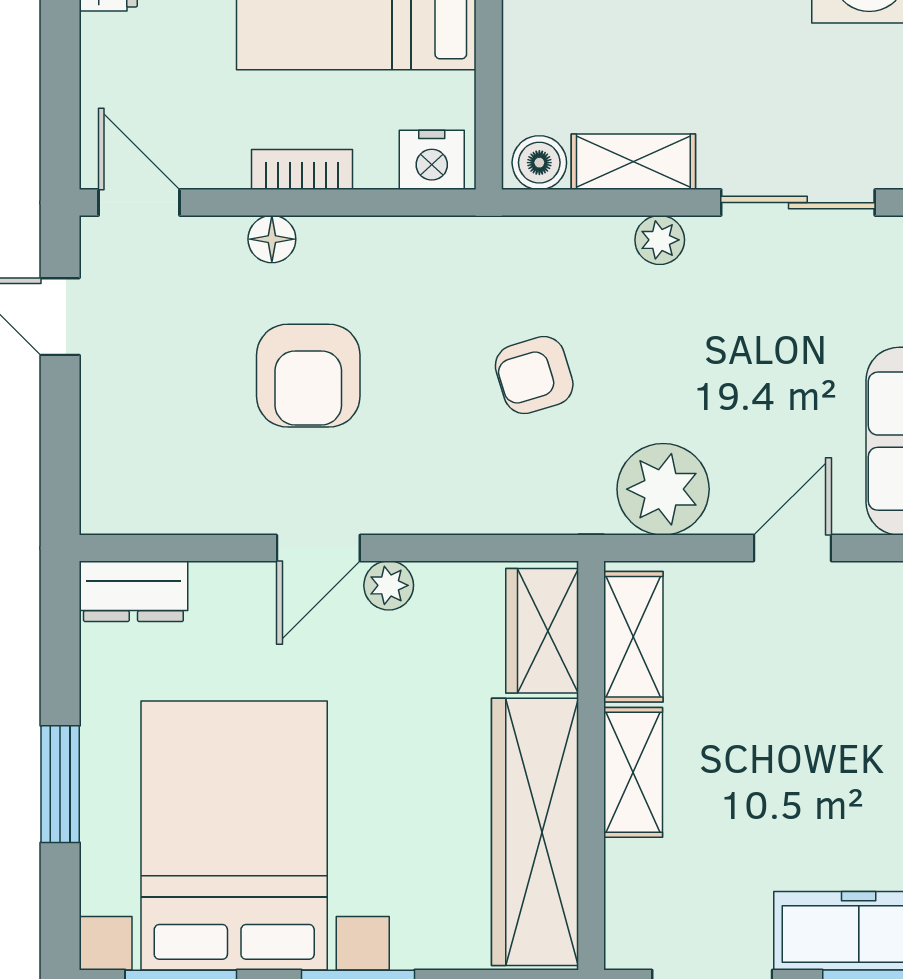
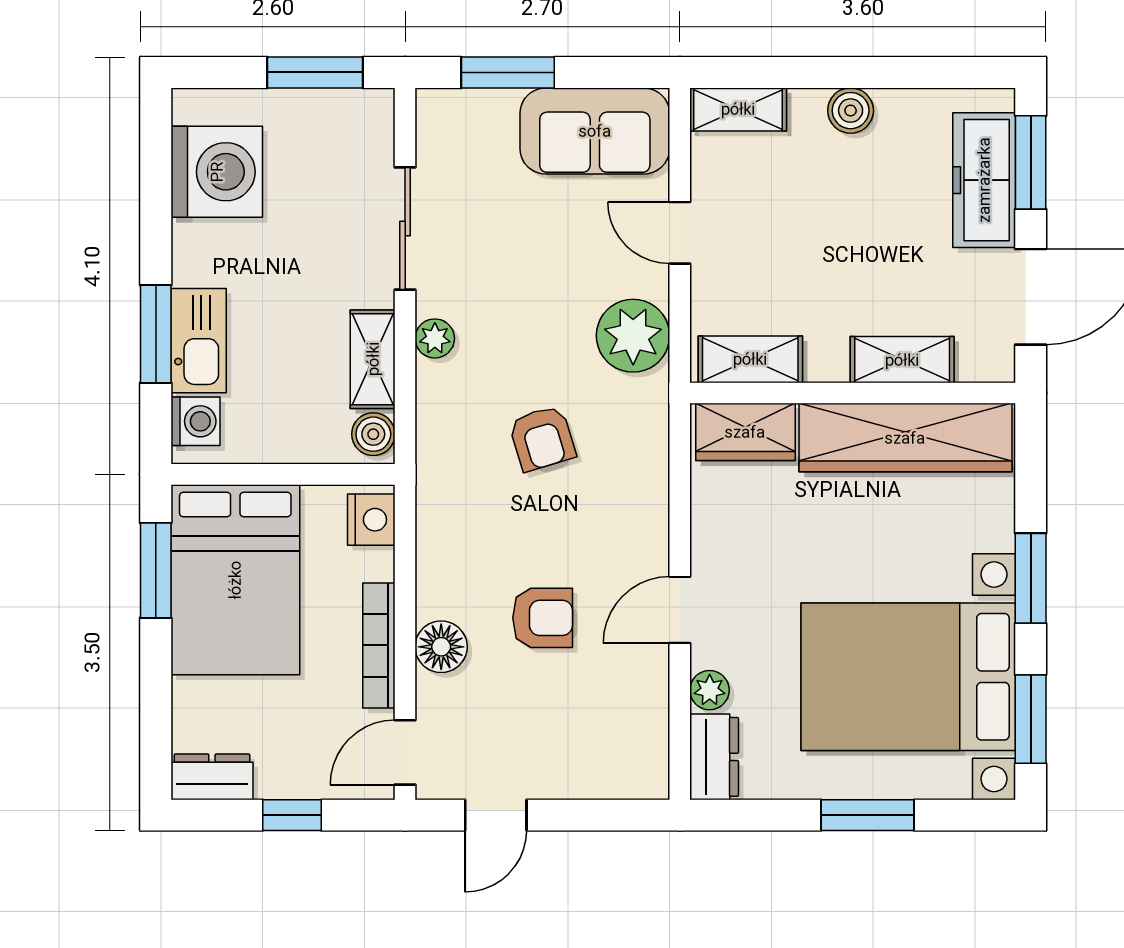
window: (60, 60) -> (292, 815), added
bookcase: (302, 170) -> (379, 645), width x1.56
floor lamp: (272, 239) -> (441, 647), width x1.37, depth x1.37
armchair: (308, 376) -> (543, 618), width x0.72, depth x0.72
door: (318, 548) -> (680, 610), swing flipped
plant: (389, 585) -> (710, 690), moved
shelving: (633, 772) -> (902, 360), moved

